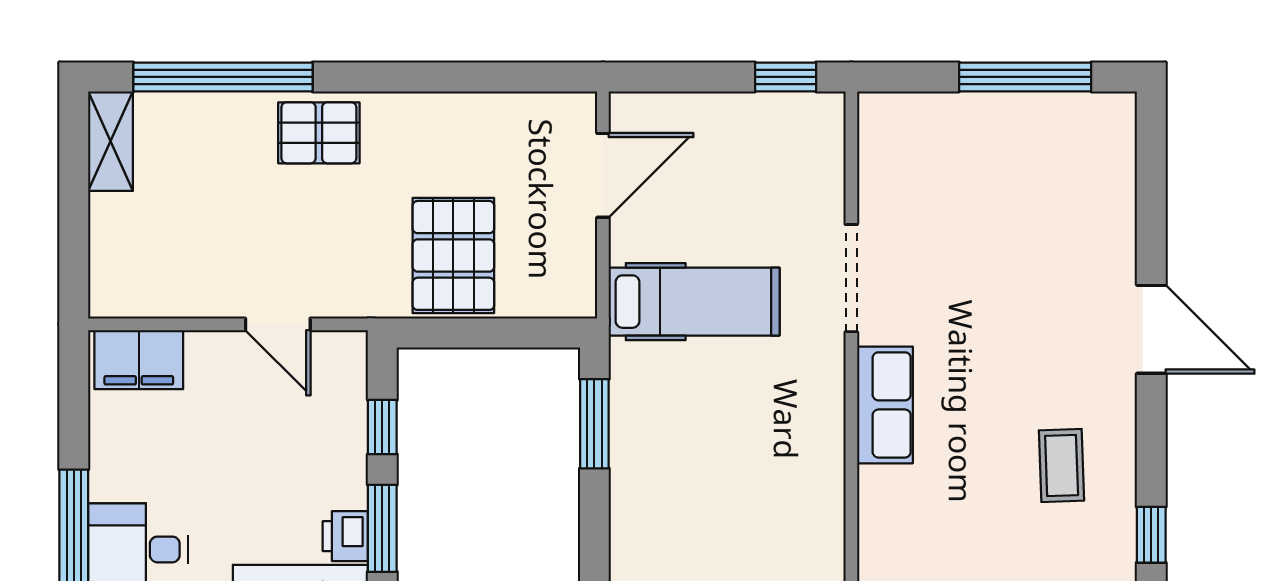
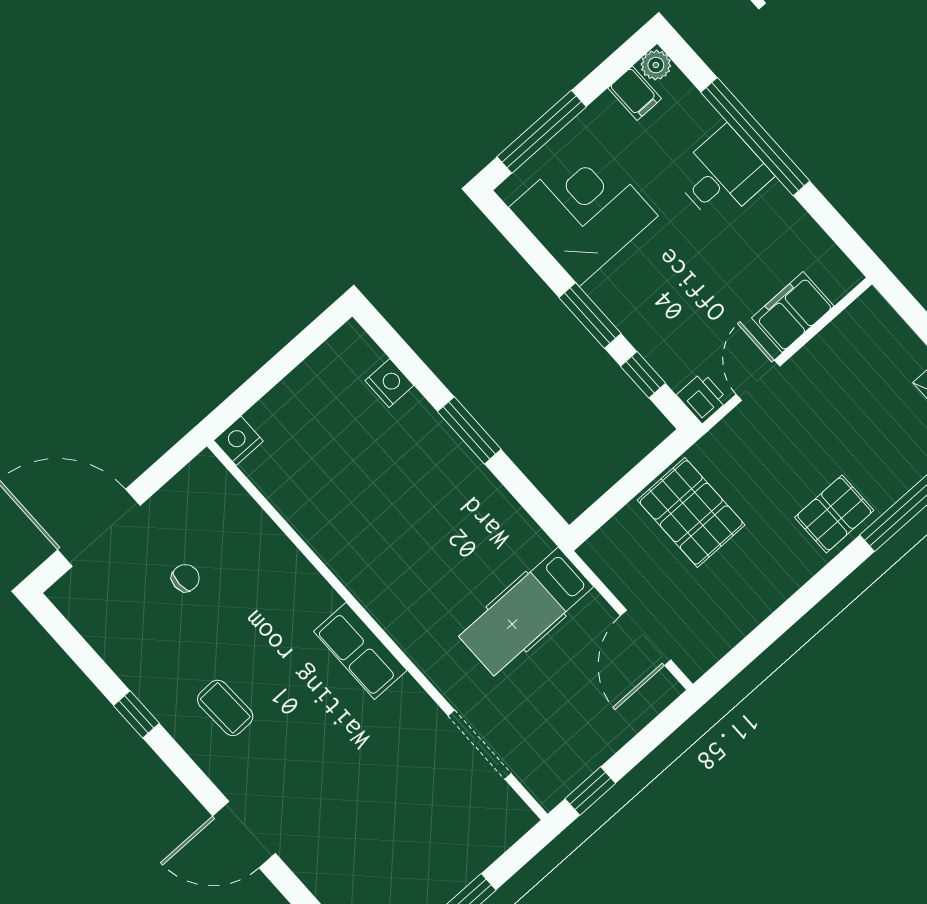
doorway: (851, 278) -> (480, 745), moved
door: (278, 324) -> (758, 380), hinge flipped
filing cabinet: (139, 360) -> (793, 312), moved
window: (594, 424) -> (469, 430), moved
printer: (345, 536) -> (702, 398), moved

